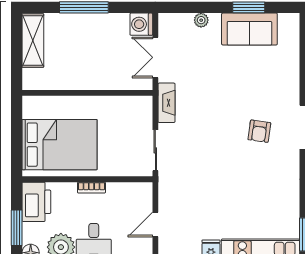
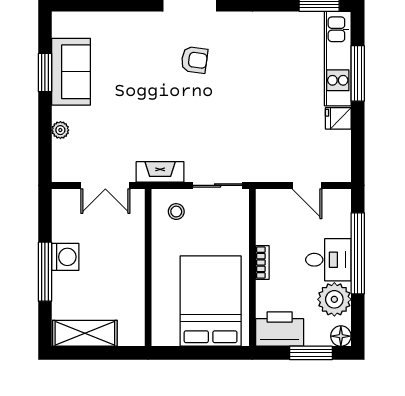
washing machine: (141, 24) -> (65, 257), moved, turned -90
stool: (134, 116) -> (176, 212), added

